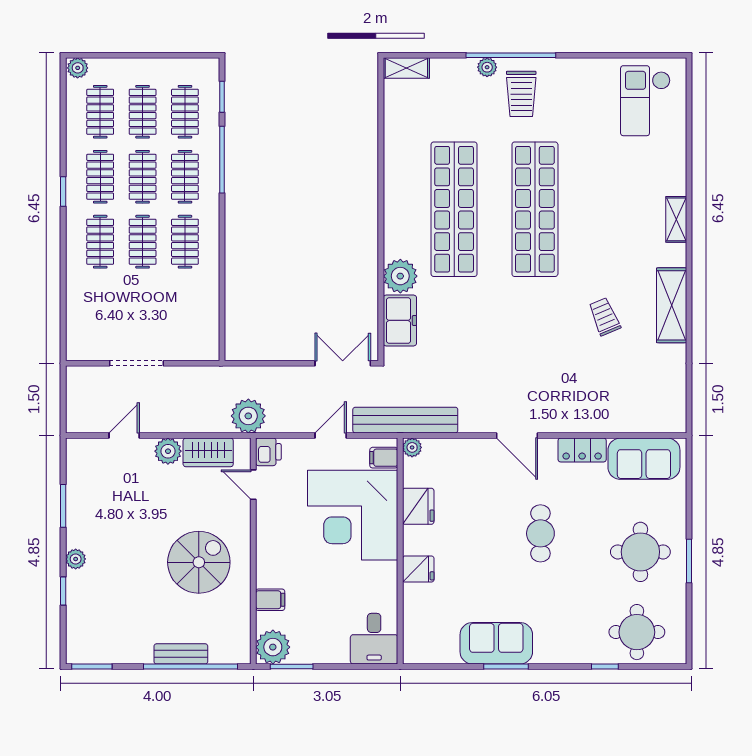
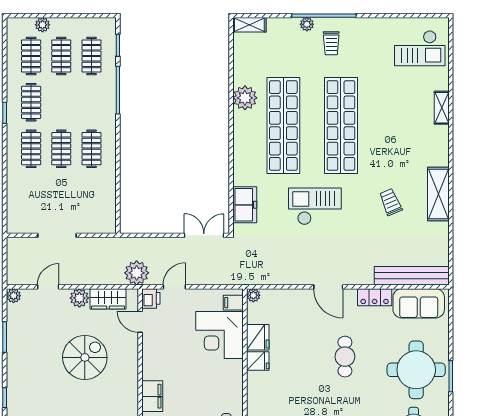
plant: (78, 68) -> (43, 25), moved
trolley: (521, 94) -> (331, 43), width x0.73, depth x0.72
checkout: (645, 101) -> (420, 48), turned -90
clothes rail: (143, 177) -> (61, 102), removed
clothes rail: (185, 177) -> (91, 102), removed
shelving: (676, 219) -> (442, 108), moved
plant: (400, 276) -> (245, 98), moved
checkout: (498, 323) -> (315, 206), added
bench: (405, 420) -> (412, 276), moved
door: (331, 435) -> (174, 287), moved
corner desk: (353, 515) -> (220, 335), width x0.74, depth x0.74
round table: (640, 552) -> (416, 370), width x1.36, depth x1.36
plant: (76, 559) -> (14, 296), moved
spiral stairs: (199, 562) -> (85, 357), moved
fridge: (418, 569) -> (258, 361), moved
filing cabinet: (270, 600) -> (152, 396), width x2.00

